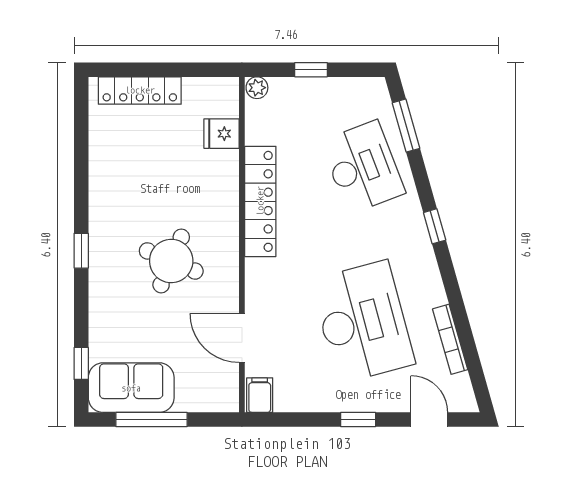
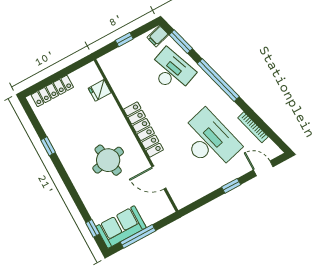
plant: (257, 88) -> (104, 61), removed
locker: (260, 201) -> (144, 130), moved
window: (435, 226) -> (218, 80), width x3.17
window: (81, 251) -> (48, 146), moved
round table: (171, 261) -> (108, 160), turned -33
filing cabinet: (260, 395) -> (158, 36), moved, turned -106

